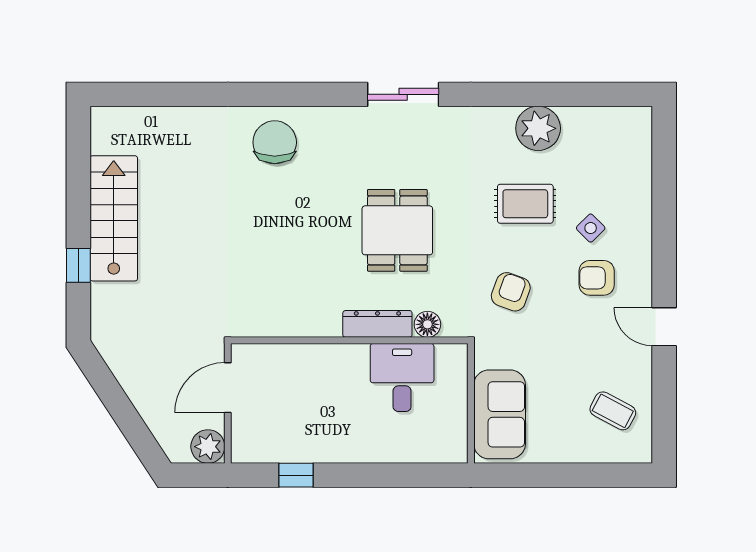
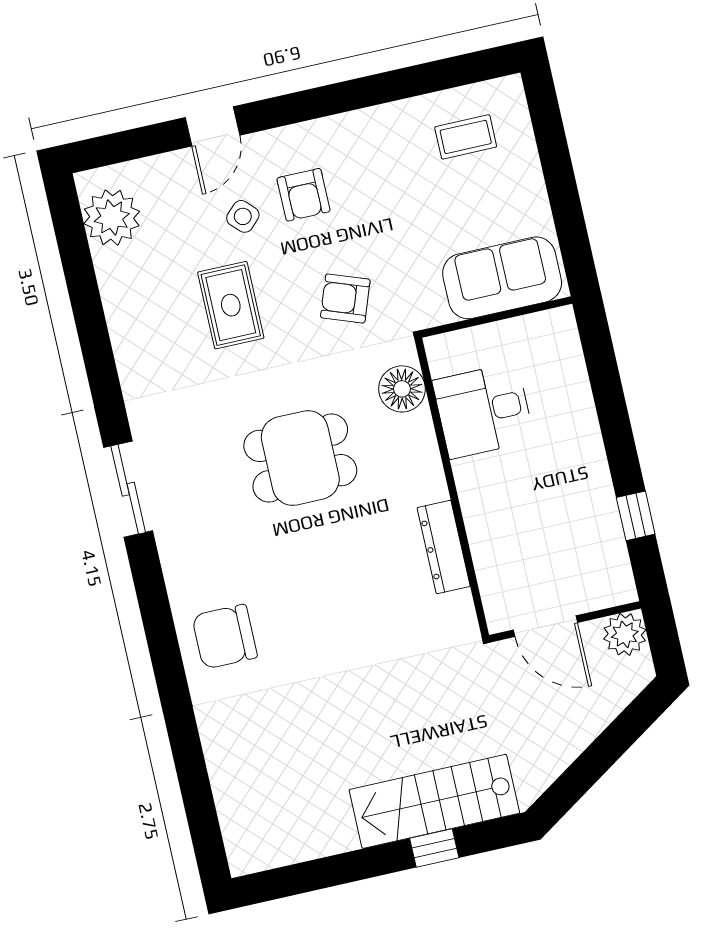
plant: (538, 128) -> (112, 217), moved
stairs: (114, 218) -> (434, 801), moved
dresser: (377, 324) -> (444, 547), moved
floor lamp: (427, 324) -> (402, 389), width x1.38, depth x1.38
door: (664, 327) -> (213, 126), moved
coffee table: (613, 411) -> (466, 137), turned 62

